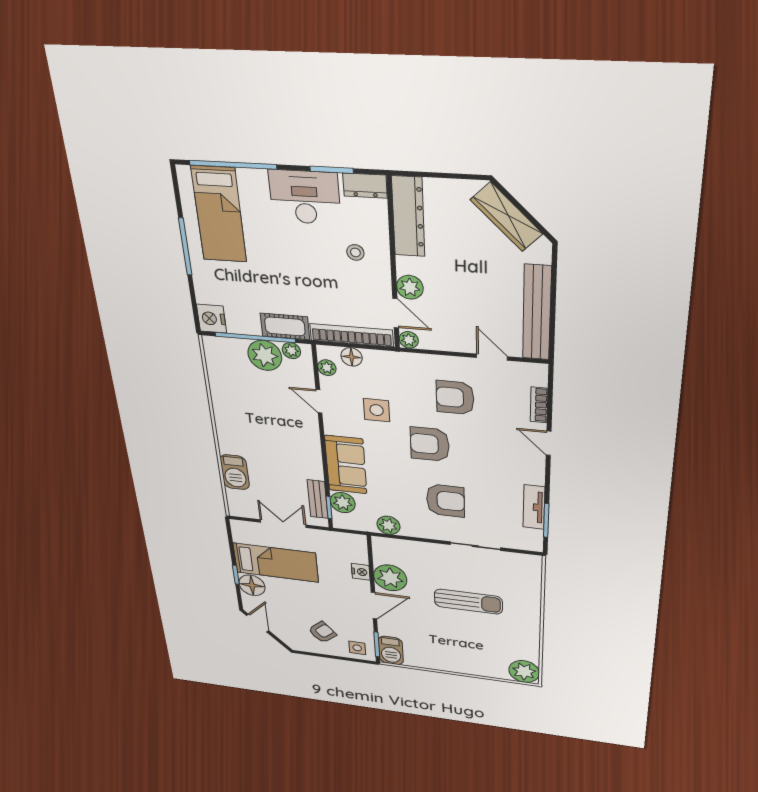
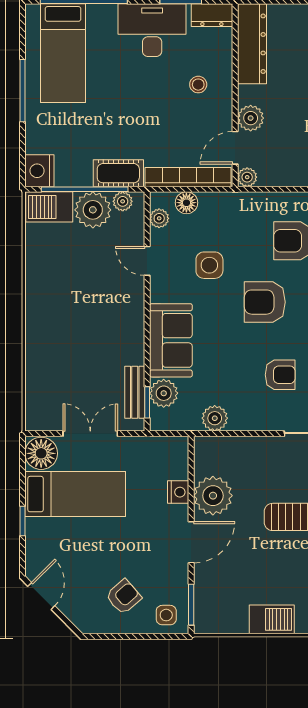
door: (396, 313) -> (235, 148), swing flipped
barbecue: (235, 472) -> (49, 207), moved, turned 90
armchair: (446, 501) -> (280, 375), width x0.72, depth x0.72
floor lamp: (252, 585) -> (41, 453), moved
barbecue: (391, 650) -> (272, 619), moved, turned -90

